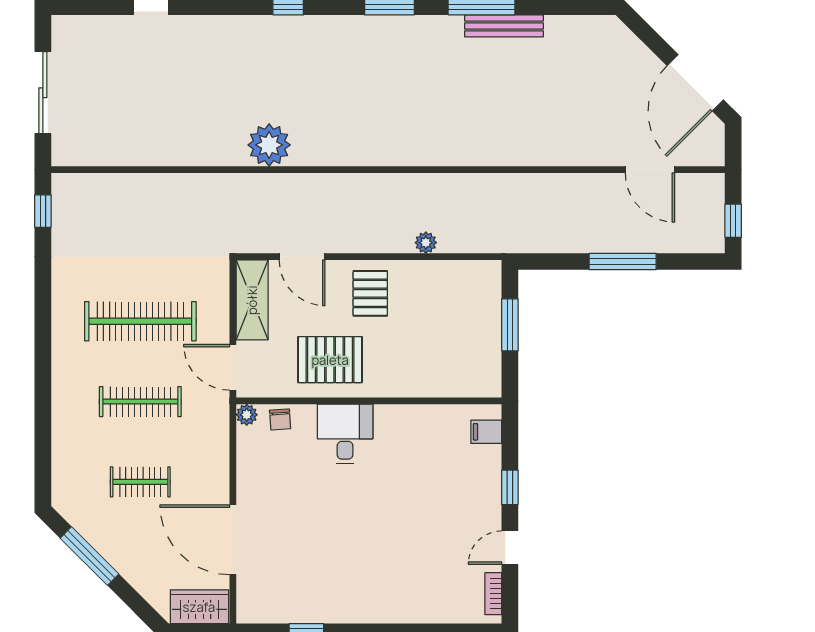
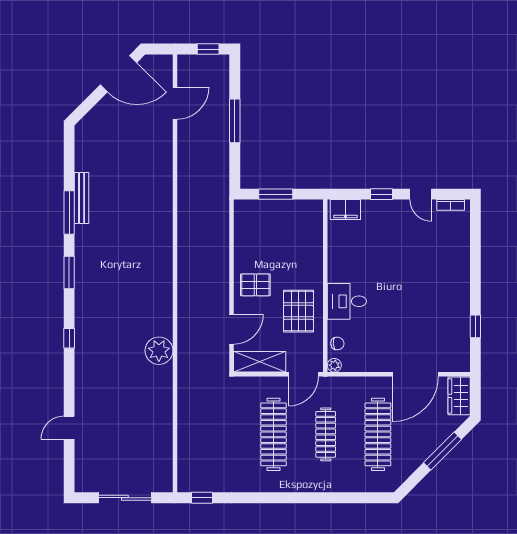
plant: (426, 243) -> (222, 249), removed
filing cabinet: (486, 432) -> (345, 209), width x2.00
clothes rail: (140, 482) -> (378, 434), width x1.86, depth x1.31
window: (89, 556) -> (443, 451), moved

